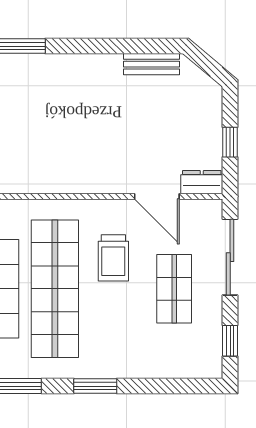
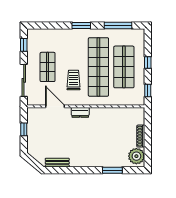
dresser: (202, 182) -> (80, 112), moved

